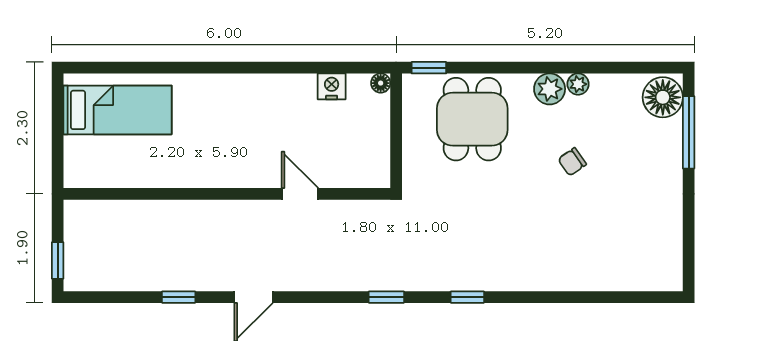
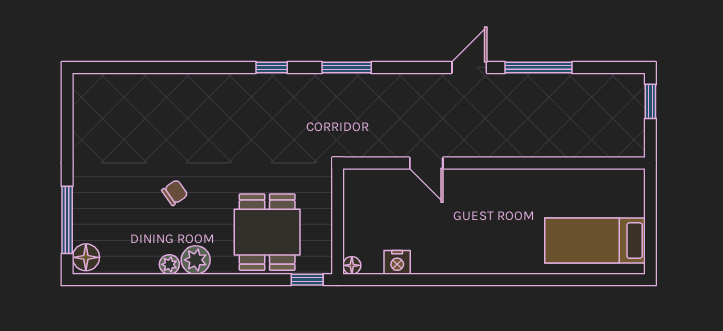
floor lamp: (663, 97) -> (86, 257), width x0.73, depth x0.73
window: (179, 297) -> (539, 67), width x2.17
window: (386, 297) -> (347, 67), width x1.50

